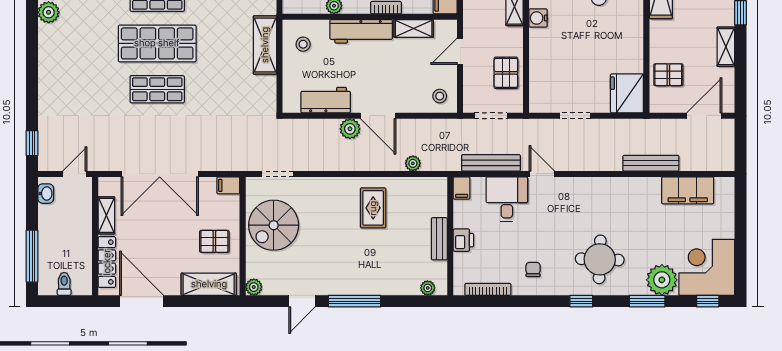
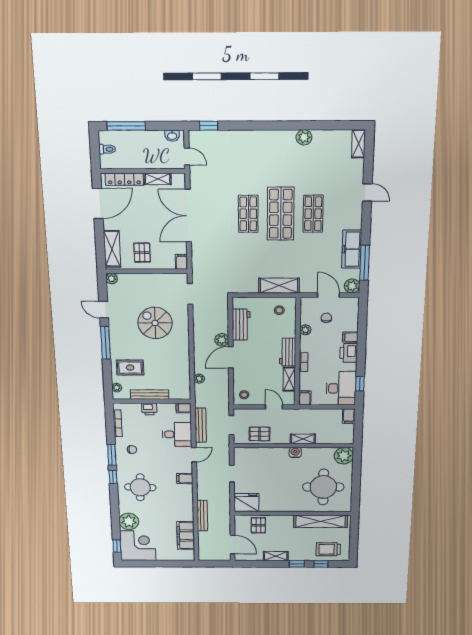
workbench: (361, 31) -> (288, 352), width x0.73
filing cabinet: (584, 189) -> (185, 479), added
rug: (373, 208) -> (130, 368), moved
spiral stairs: (274, 225) -> (155, 323), moved
bench: (439, 239) -> (150, 395), width x1.36
window: (647, 301) -> (112, 455), moved

